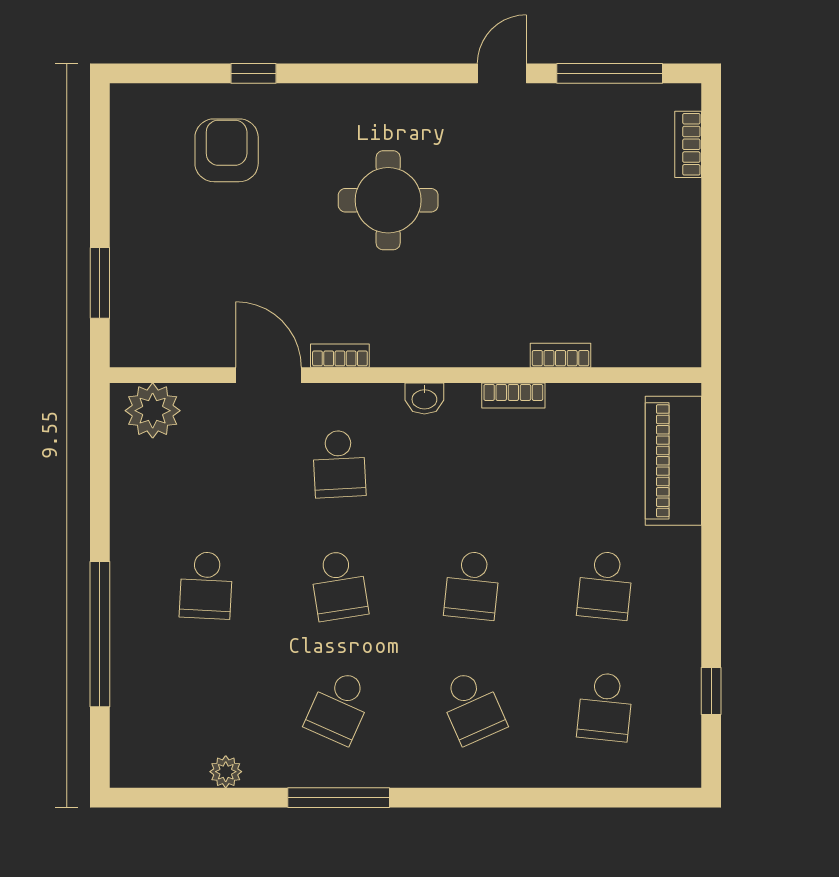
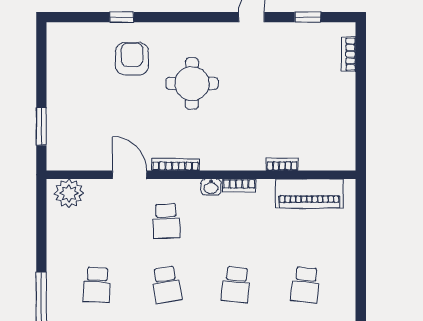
window: (610, 73) -> (308, 17), width x0.46
armchair: (227, 150) -> (132, 59), moved
bookcase: (340, 356) -> (175, 165), width x1.56
bookcase: (513, 395) -> (239, 185), moved
piano: (673, 461) -> (309, 194), moved, turned -90

